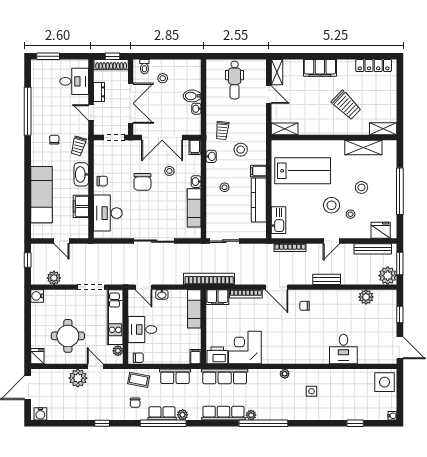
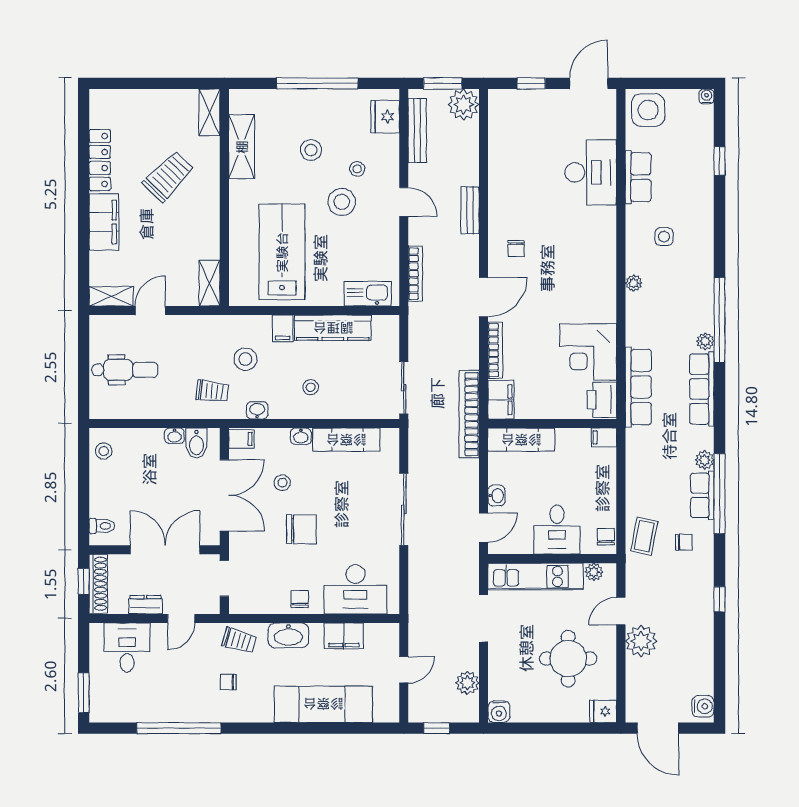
locker: (374, 66) -> (100, 160), moved
stool: (163, 78) -> (104, 451), moved
bidet: (192, 96) -> (197, 443), moved
plant: (366, 297) -> (501, 142), removed
desk: (343, 349) -> (591, 172), width x1.37
row of seats: (175, 376) -> (638, 177), moved

